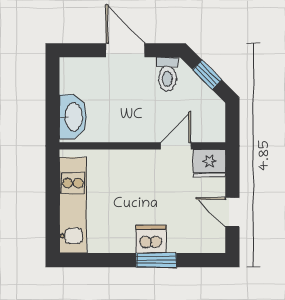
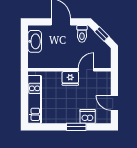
washbasin: (73, 117) -> (35, 41), moved
fridge: (209, 163) -> (70, 78), moved
dishwasher: (151, 239) -> (88, 116), moved

